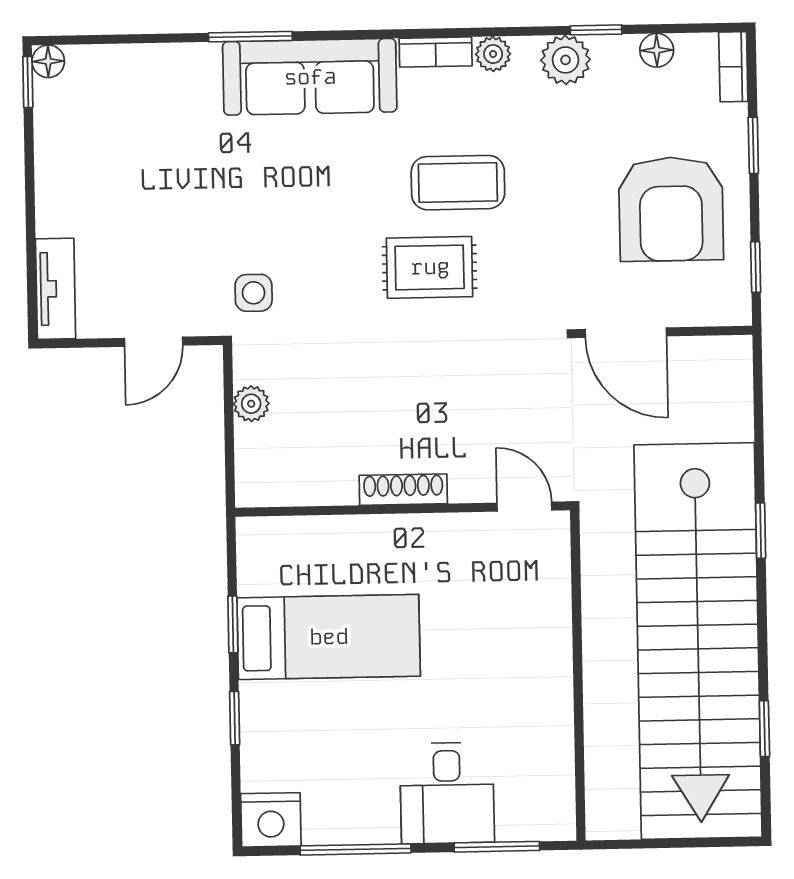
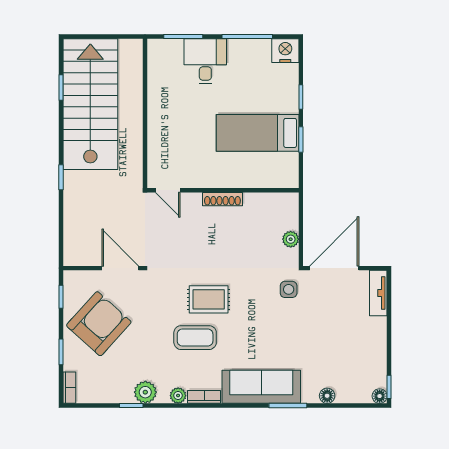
floor lamp: (657, 50) -> (327, 396), moved
armchair: (671, 209) -> (99, 324), turned 42
door: (154, 342) -> (334, 268), width x1.87
stairs: (698, 641) -> (90, 104), width x0.73

